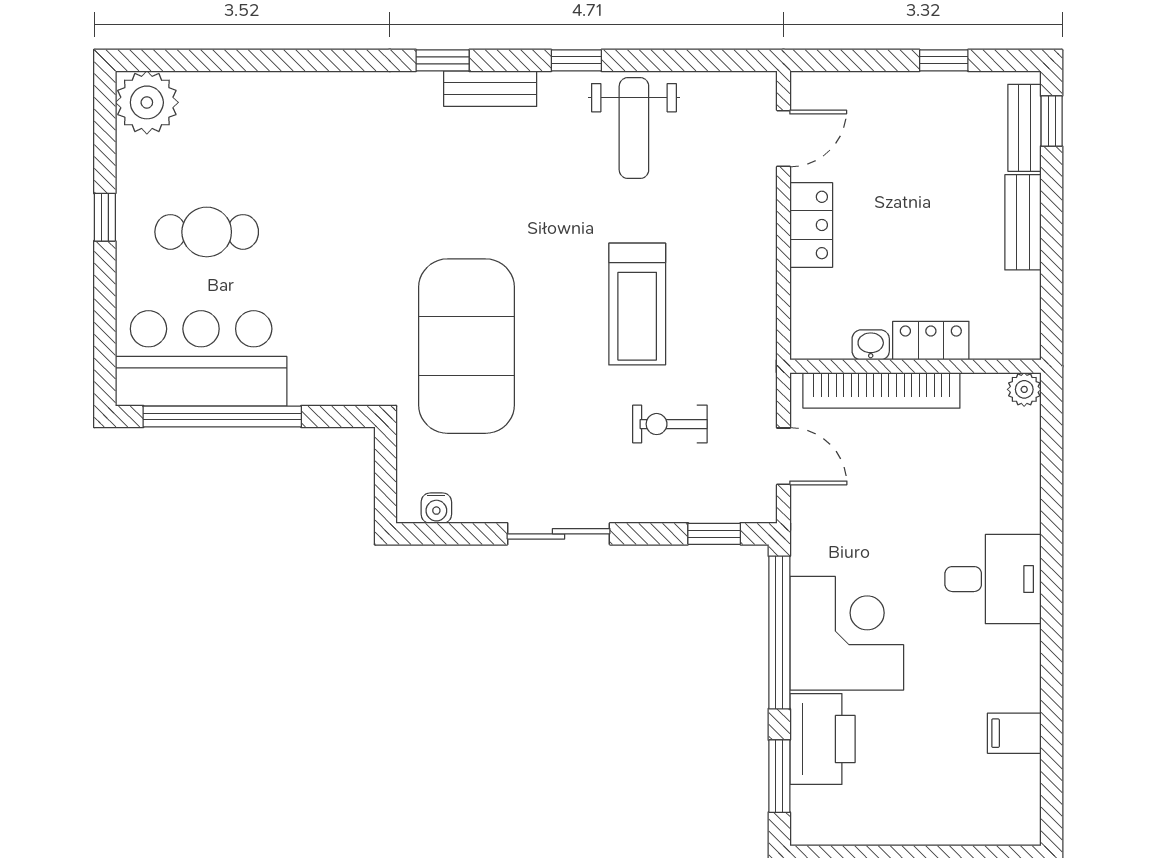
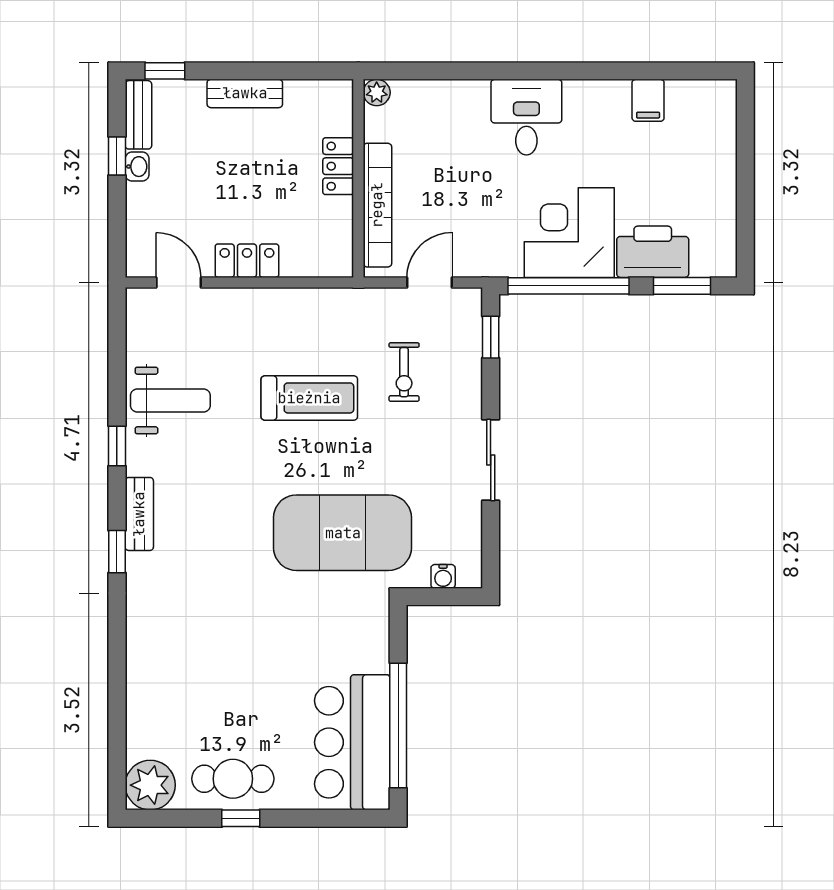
bench: (1024, 128) -> (138, 115), moved, turned 90
cafe table: (207, 232) -> (233, 779), moved, turned 90
washbasin: (871, 345) -> (137, 167), moved, turned 180
water cooler: (436, 508) -> (443, 576), moved, turned 90

